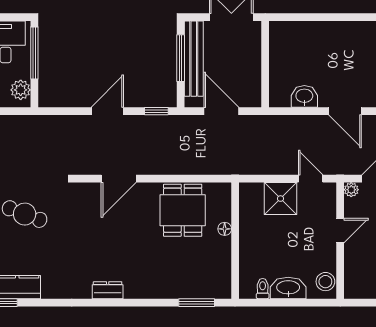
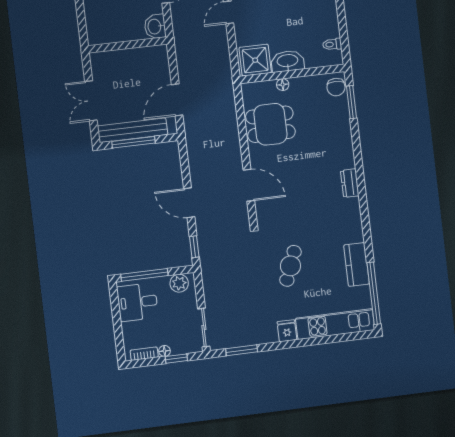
wall: (265, 64) -> (128, 45), moved
window: (156, 111) -> (194, 247), moved
shower: (280, 199) -> (255, 60), moved
chair: (215, 287) -> (336, 87), added
washbasin: (288, 288) -> (287, 61), moved, turned 90

